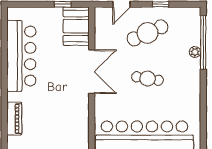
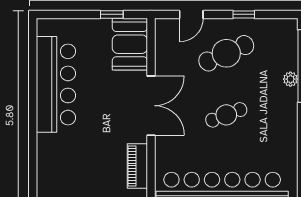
cafe table: (147, 79) -> (226, 115), turned -30
piano: (14, 119) -> (137, 166), moved, turned 180

